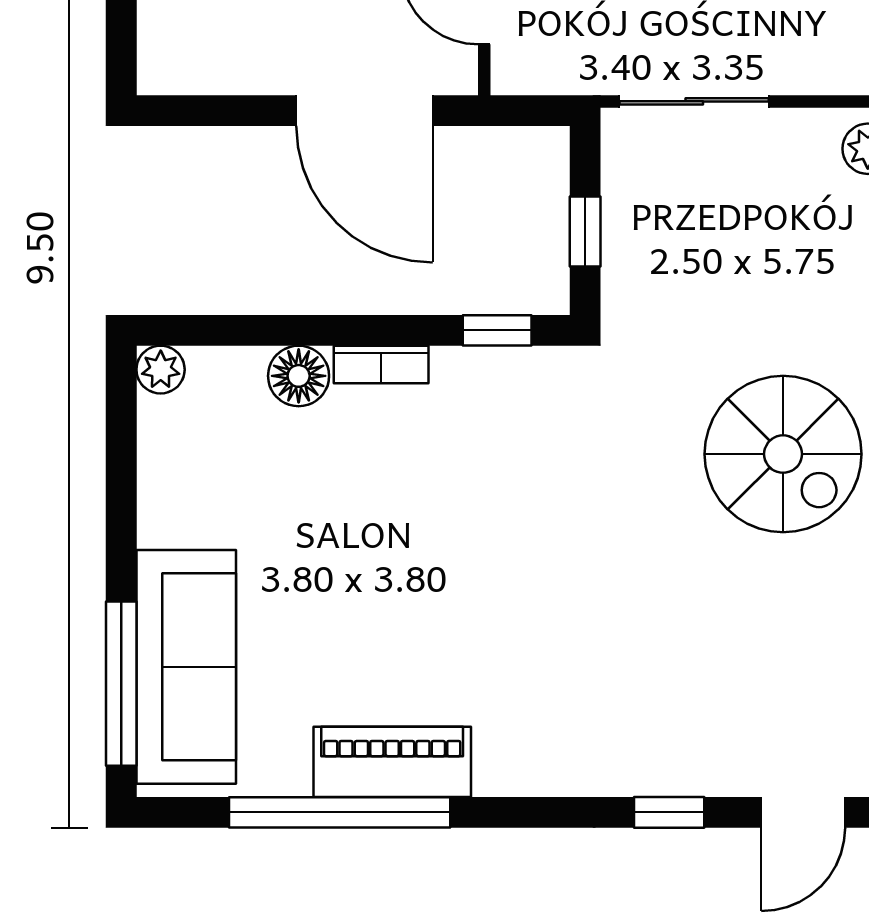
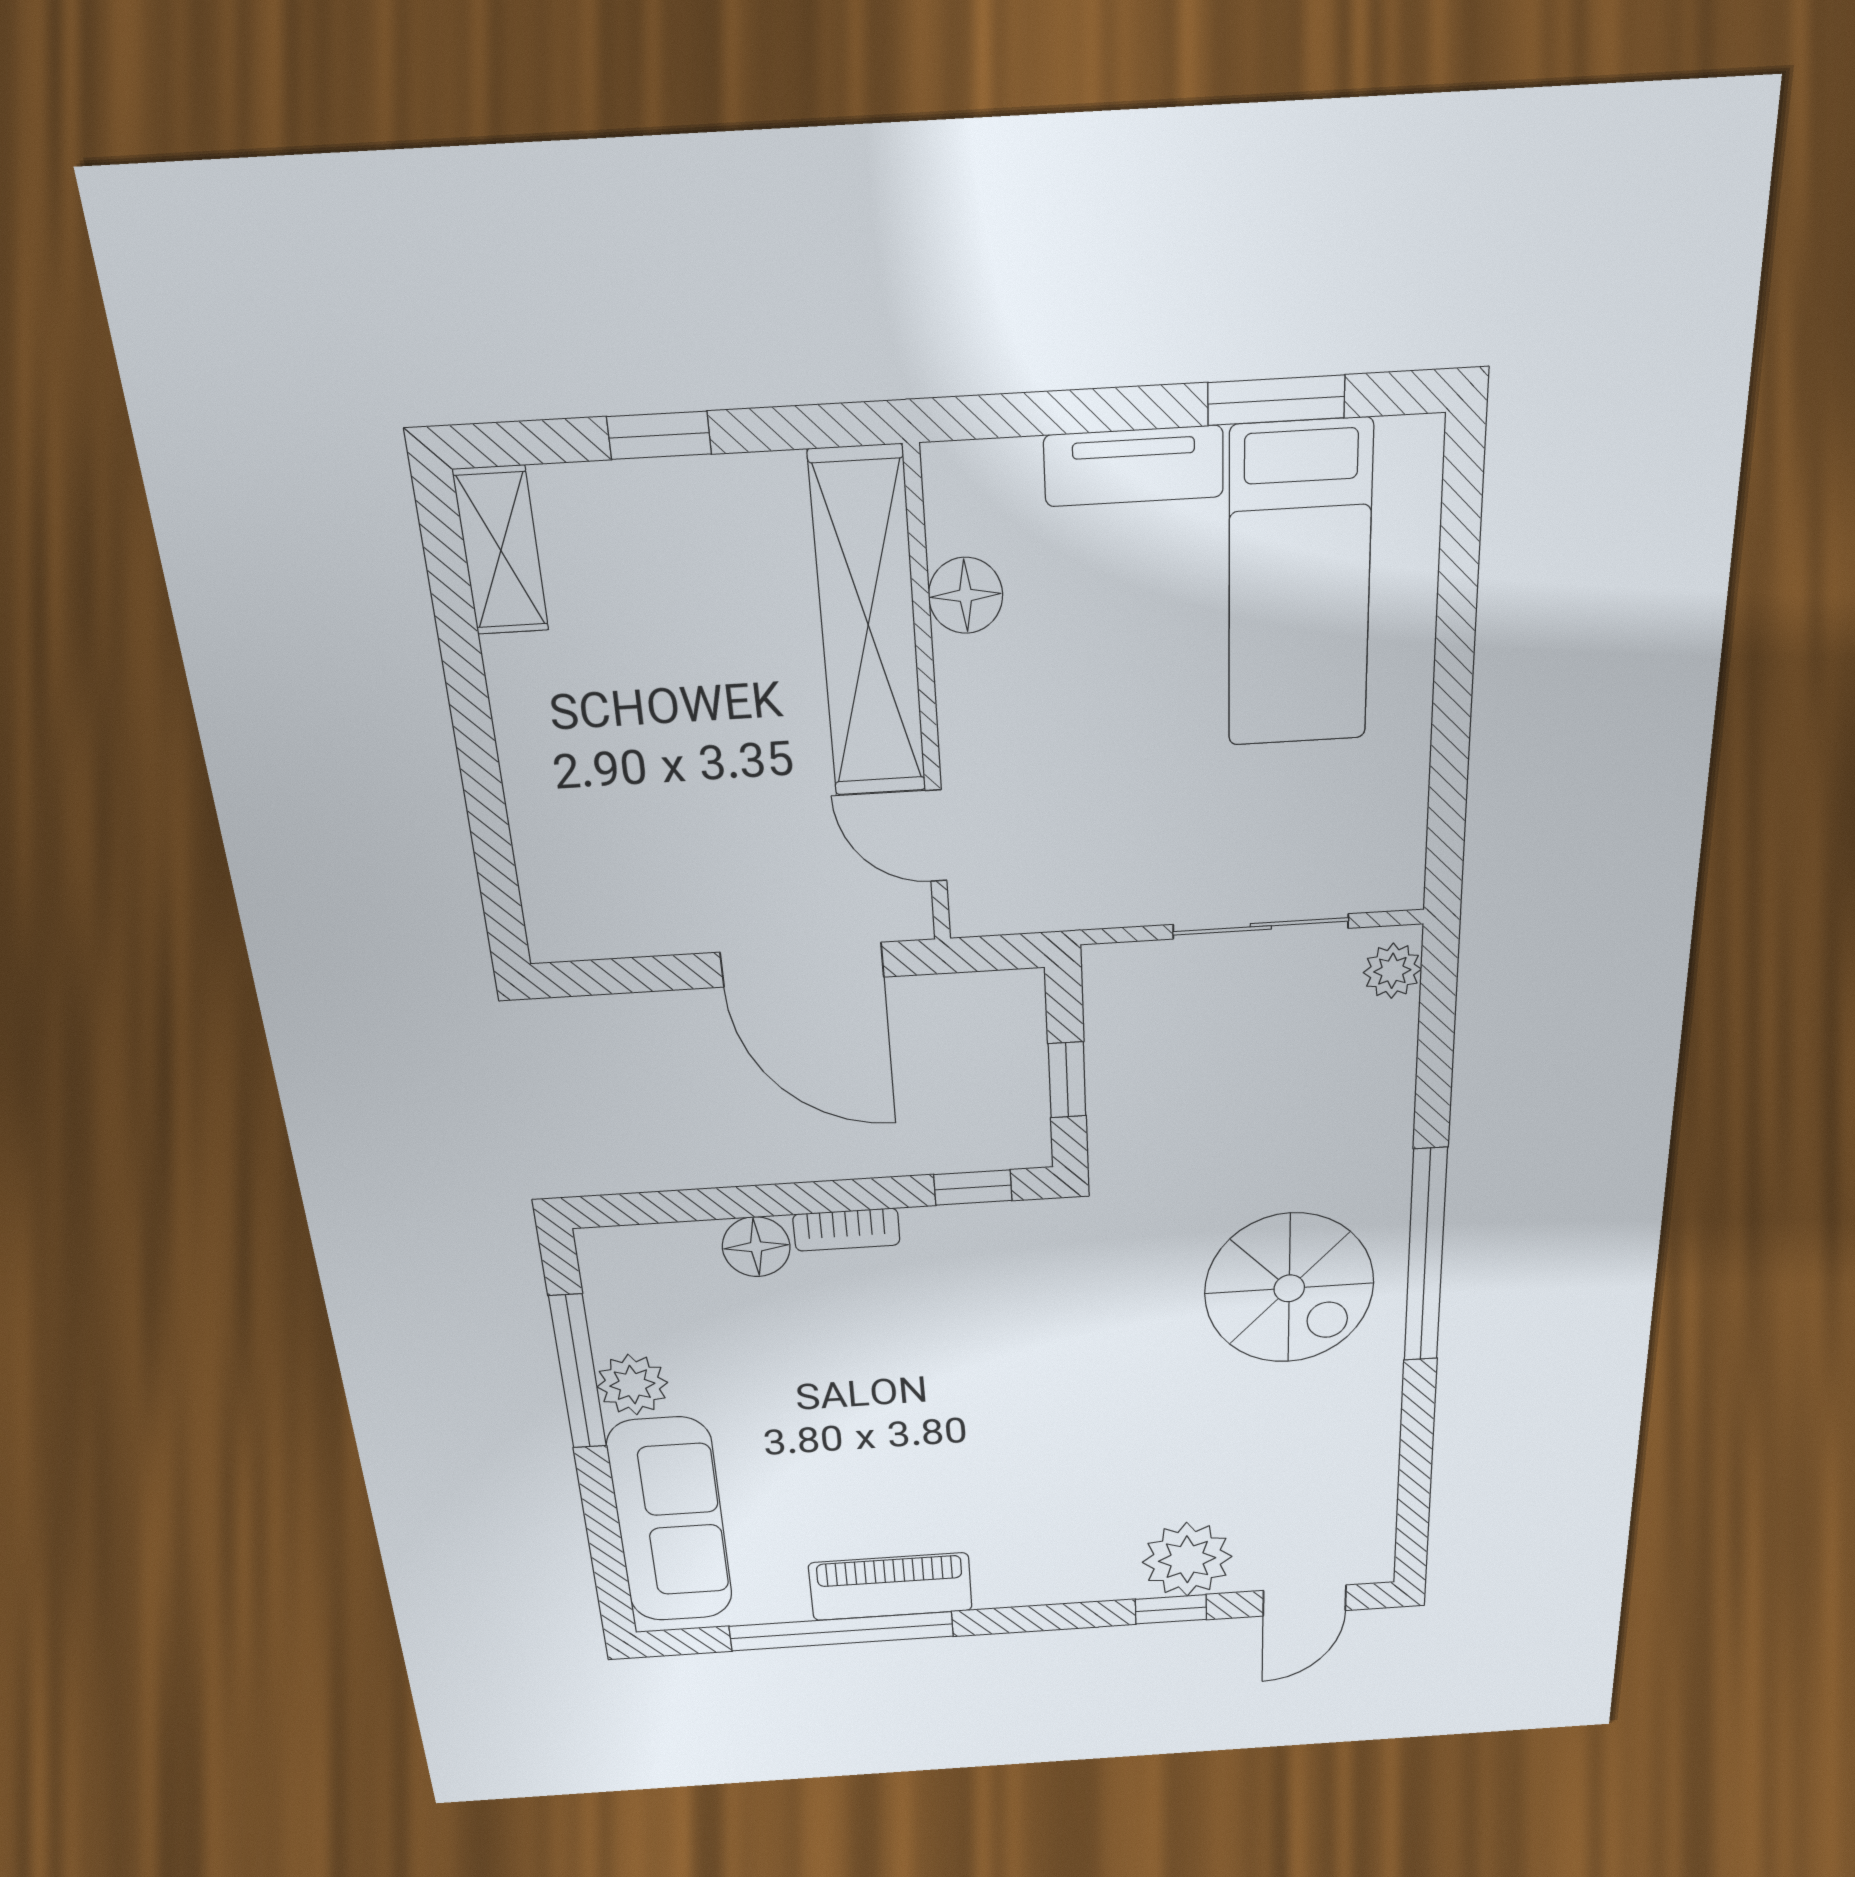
sliding door: (694, 101) -> (1261, 926), moved
plant: (161, 370) -> (632, 1385), moved, width x1.38, depth x1.38
window: (121, 684) -> (578, 1372), moved
plant: (686, 753) -> (1187, 1559), added

